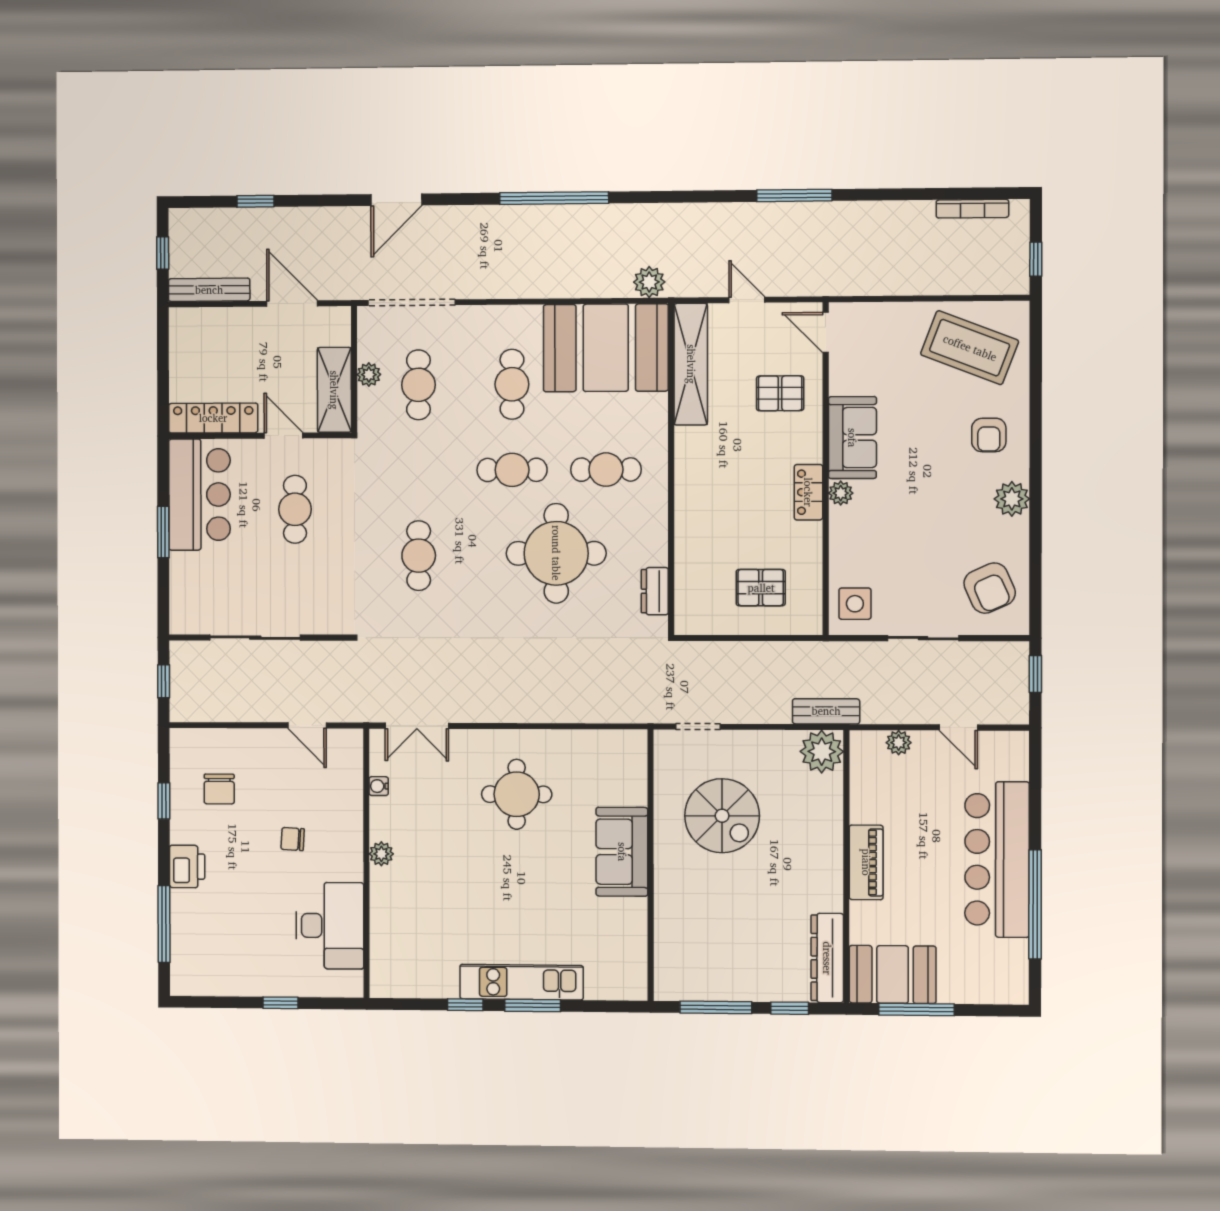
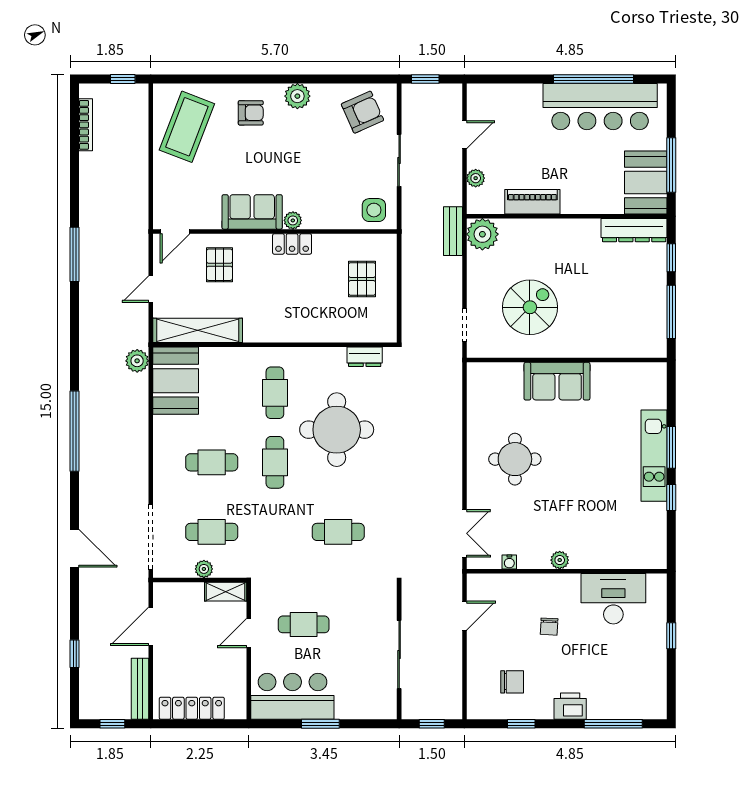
booth: (606, 348) -> (176, 381), width x0.73, depth x0.70
shelving: (334, 390) -> (226, 592), width x0.67, depth x0.75
locker: (213, 418) -> (192, 708), moved, turned 90
bar counter: (997, 859) -> (600, 107), moved
piano: (866, 862) -> (532, 202), moved

